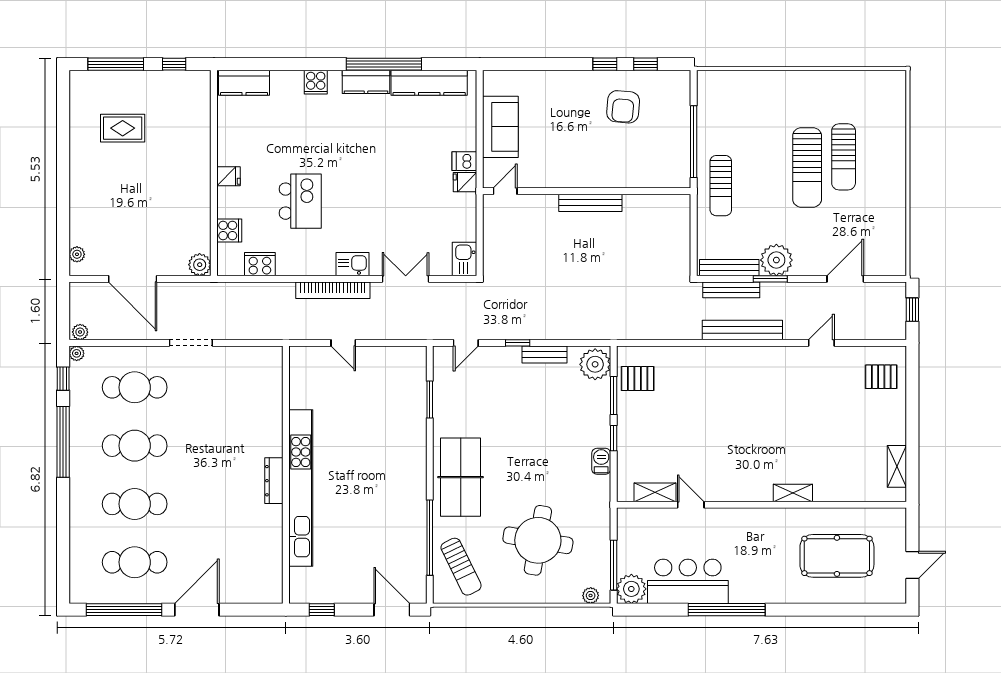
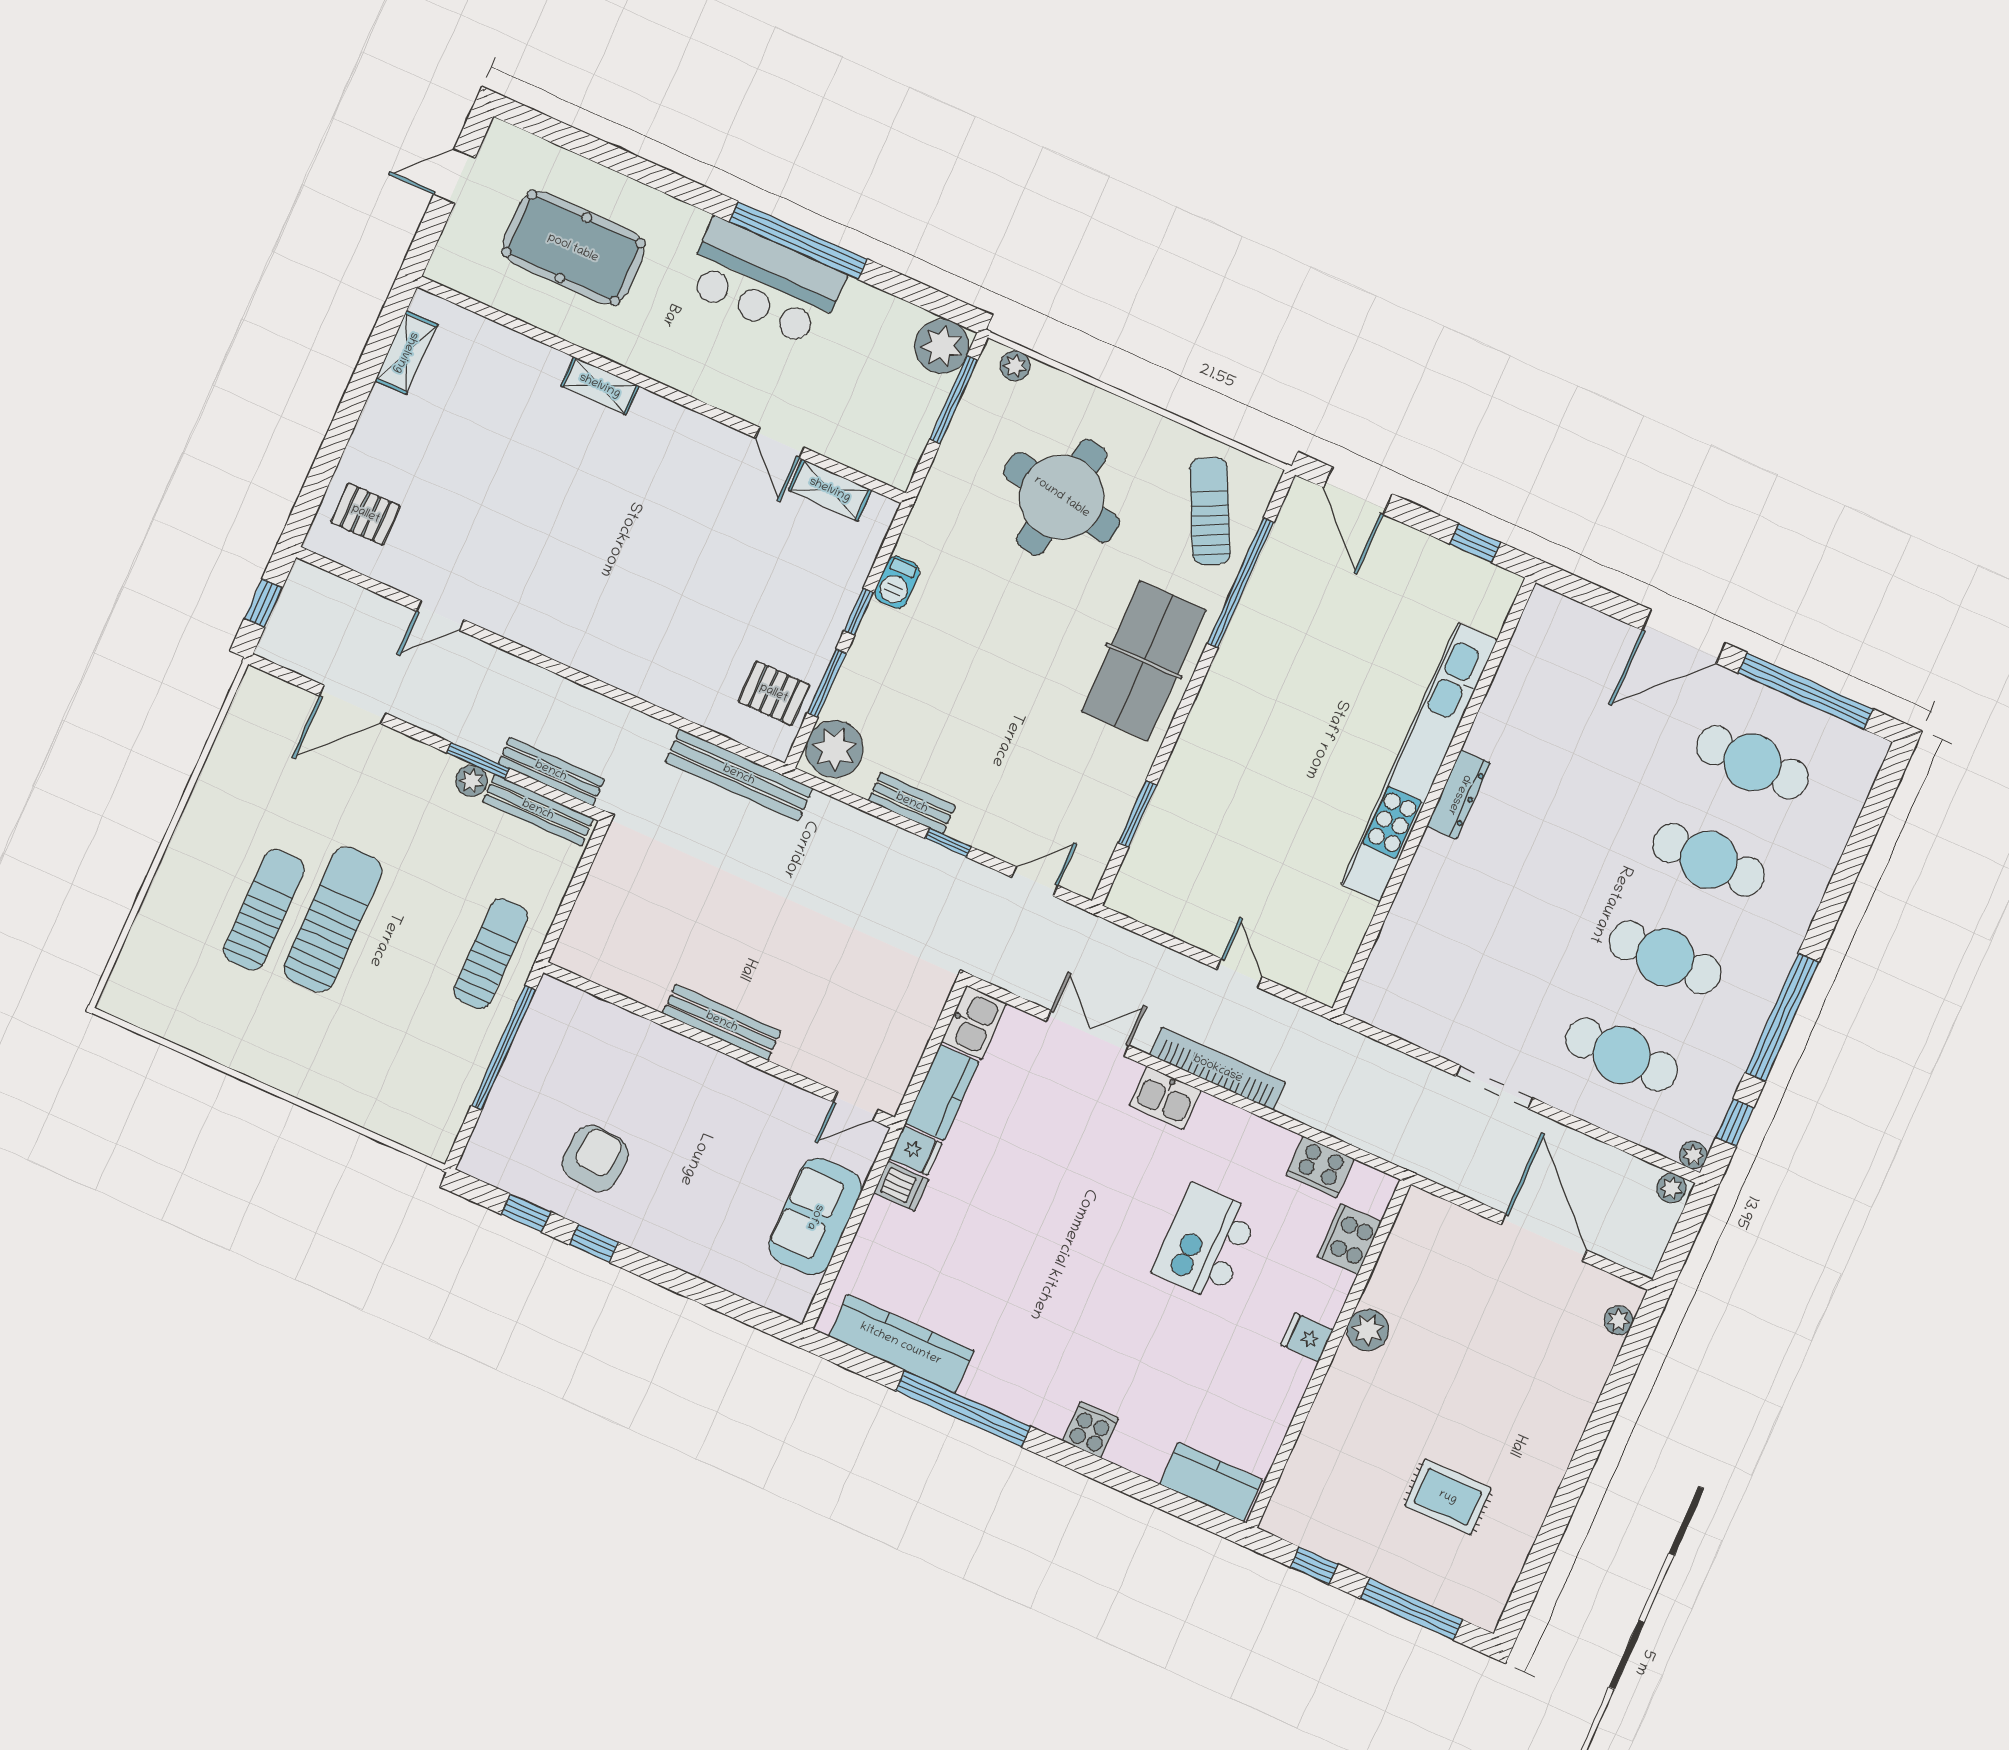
kitchen counter: (366, 82) -> (942, 1092), moved, turned 90
cooker: (229, 230) -> (1349, 1239), width x1.36
plant: (776, 260) -> (471, 781), width x0.53, depth x0.53
plant: (200, 265) -> (1368, 1330), moved
double door: (406, 279) -> (1088, 1033), swing flipped
bench: (742, 330) -> (739, 775), moved
bar counter: (688, 581) -> (764, 282), moved

